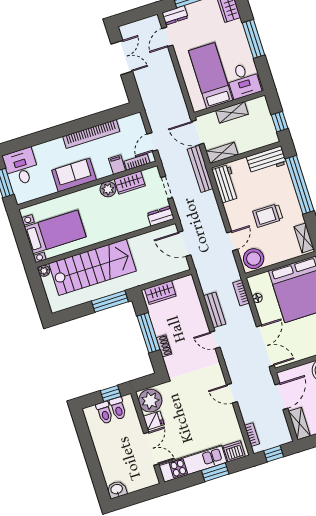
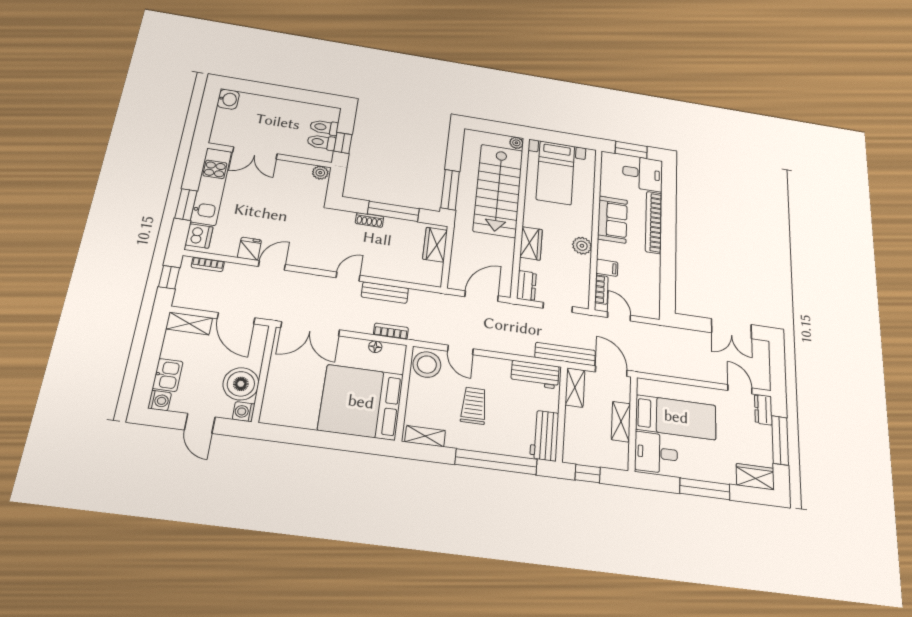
door: (198, 132) -> (611, 371), hinge flipped
bookcase: (91, 134) -> (654, 222), moved
wardrobe: (130, 182) -> (531, 243), moved, turned 180
plant: (150, 401) -> (320, 173), width x0.53, depth x0.53
fridge: (154, 421) -> (249, 249), moved, turned 180

